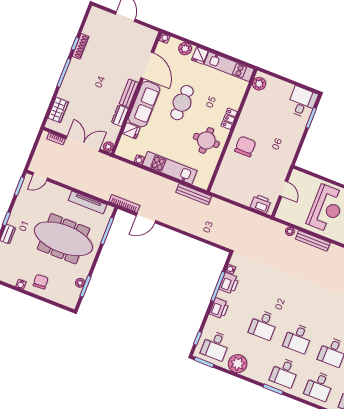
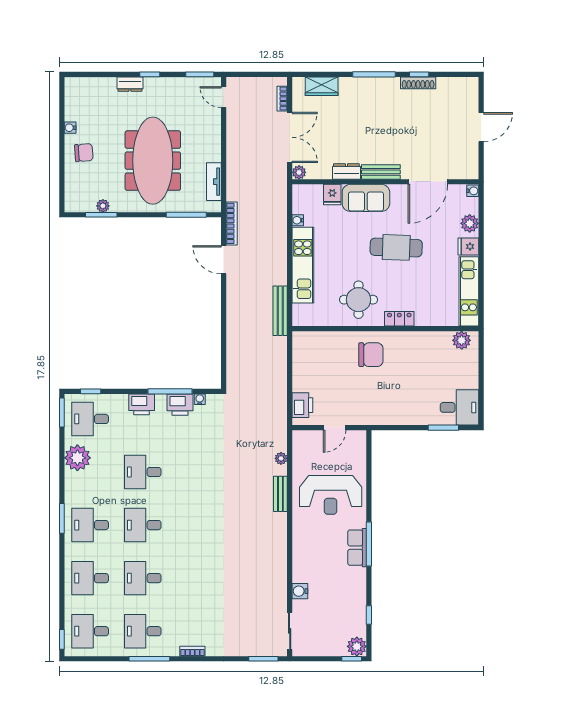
sofa: (144, 104) -> (366, 198), width x0.73
tv unit: (88, 202) -> (214, 182), width x0.71
bench: (313, 241) -> (280, 494), width x0.73

